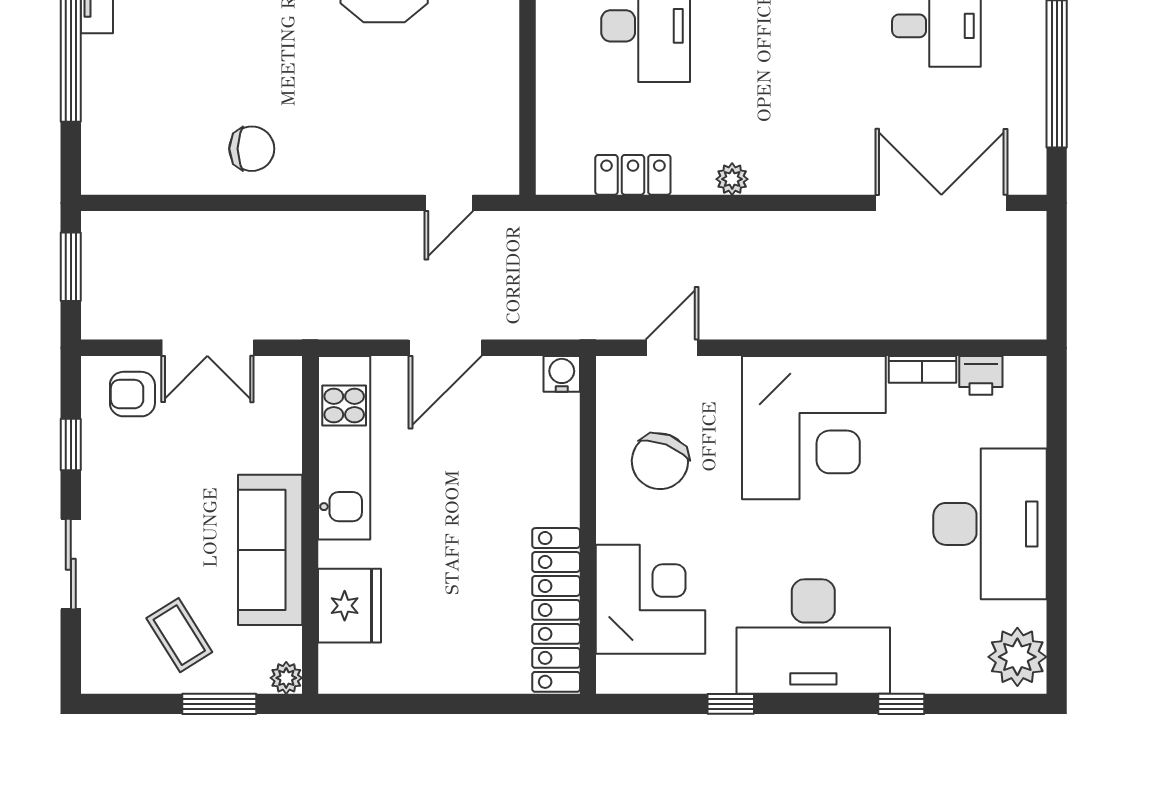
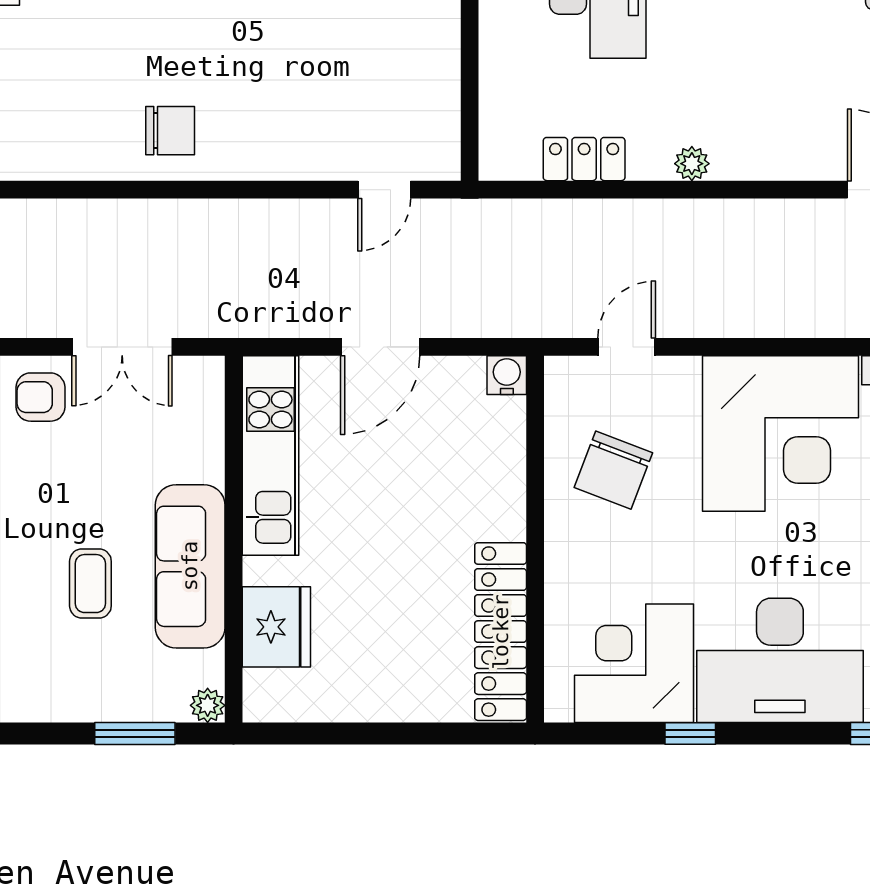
corner desk: (651, 599) -> (634, 663), moved, turned -90
coffee table: (179, 635) -> (90, 584), moved, turned 32

